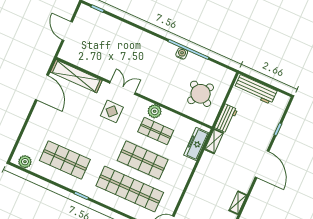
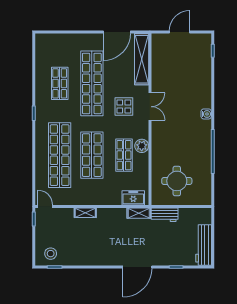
water cooler: (182, 54) -> (206, 114), moved
workbench: (256, 89) -> (204, 245), moved
round table: (201, 94) -> (177, 181), turned -31
shop shelf: (78, 131) -> (92, 83), added
freezer: (196, 144) -> (133, 198), width x0.71
shop shelf: (65, 160) -> (60, 83), width x0.70, depth x0.74
plant: (25, 162) -> (42, 47), removed
shelving: (238, 203) -> (85, 213), moved

